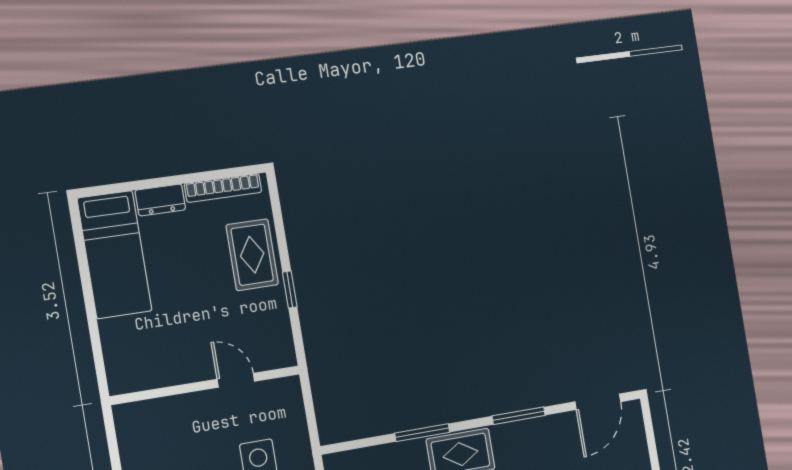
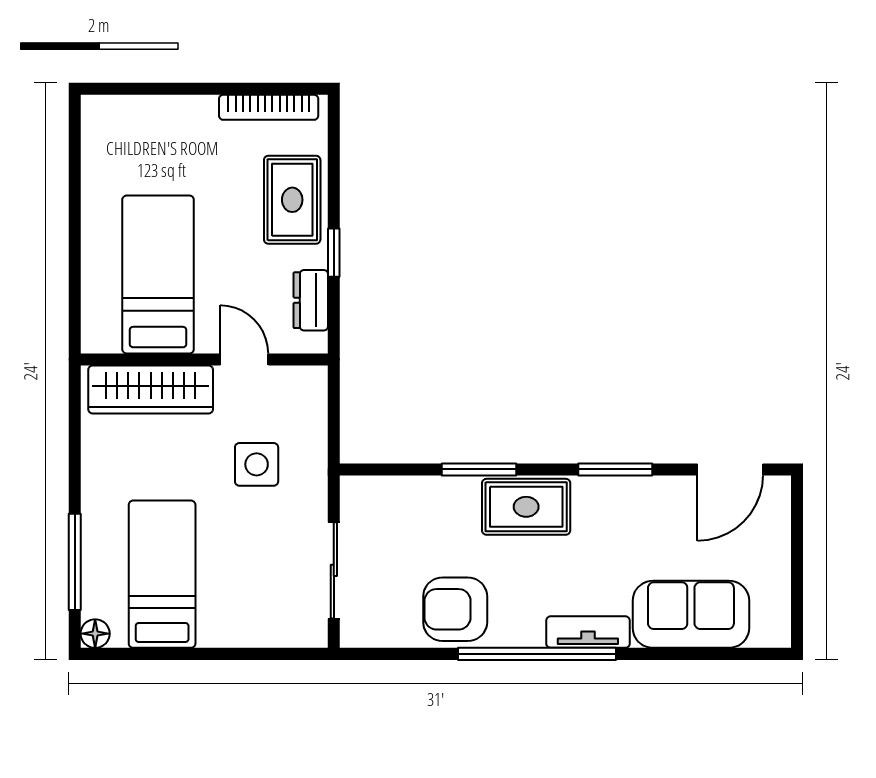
dresser: (160, 200) -> (311, 300), moved, turned 90
bed: (115, 255) -> (158, 275), moved, turned 180
wardrobe: (168, 415) -> (151, 389), added

